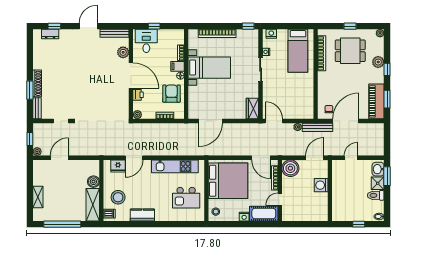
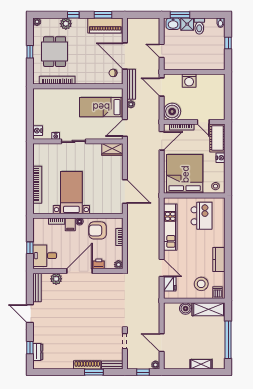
window: (248, 26) -> (30, 154), removed
bed: (298, 51) -> (101, 107), moved, turned 180

